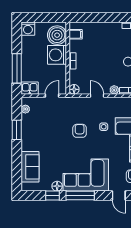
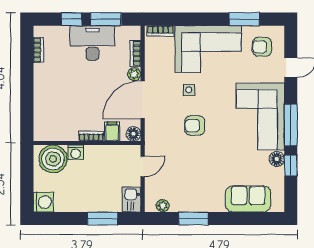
filing cabinet: (76, 34) -> (112, 131), moved
washing machine: (57, 55) -> (76, 152), width x0.53, depth x0.53
window: (17, 68) -> (102, 219), width x0.69
door: (52, 96) -> (143, 167), swing flipped
door: (97, 96) -> (143, 100), width x1.88

